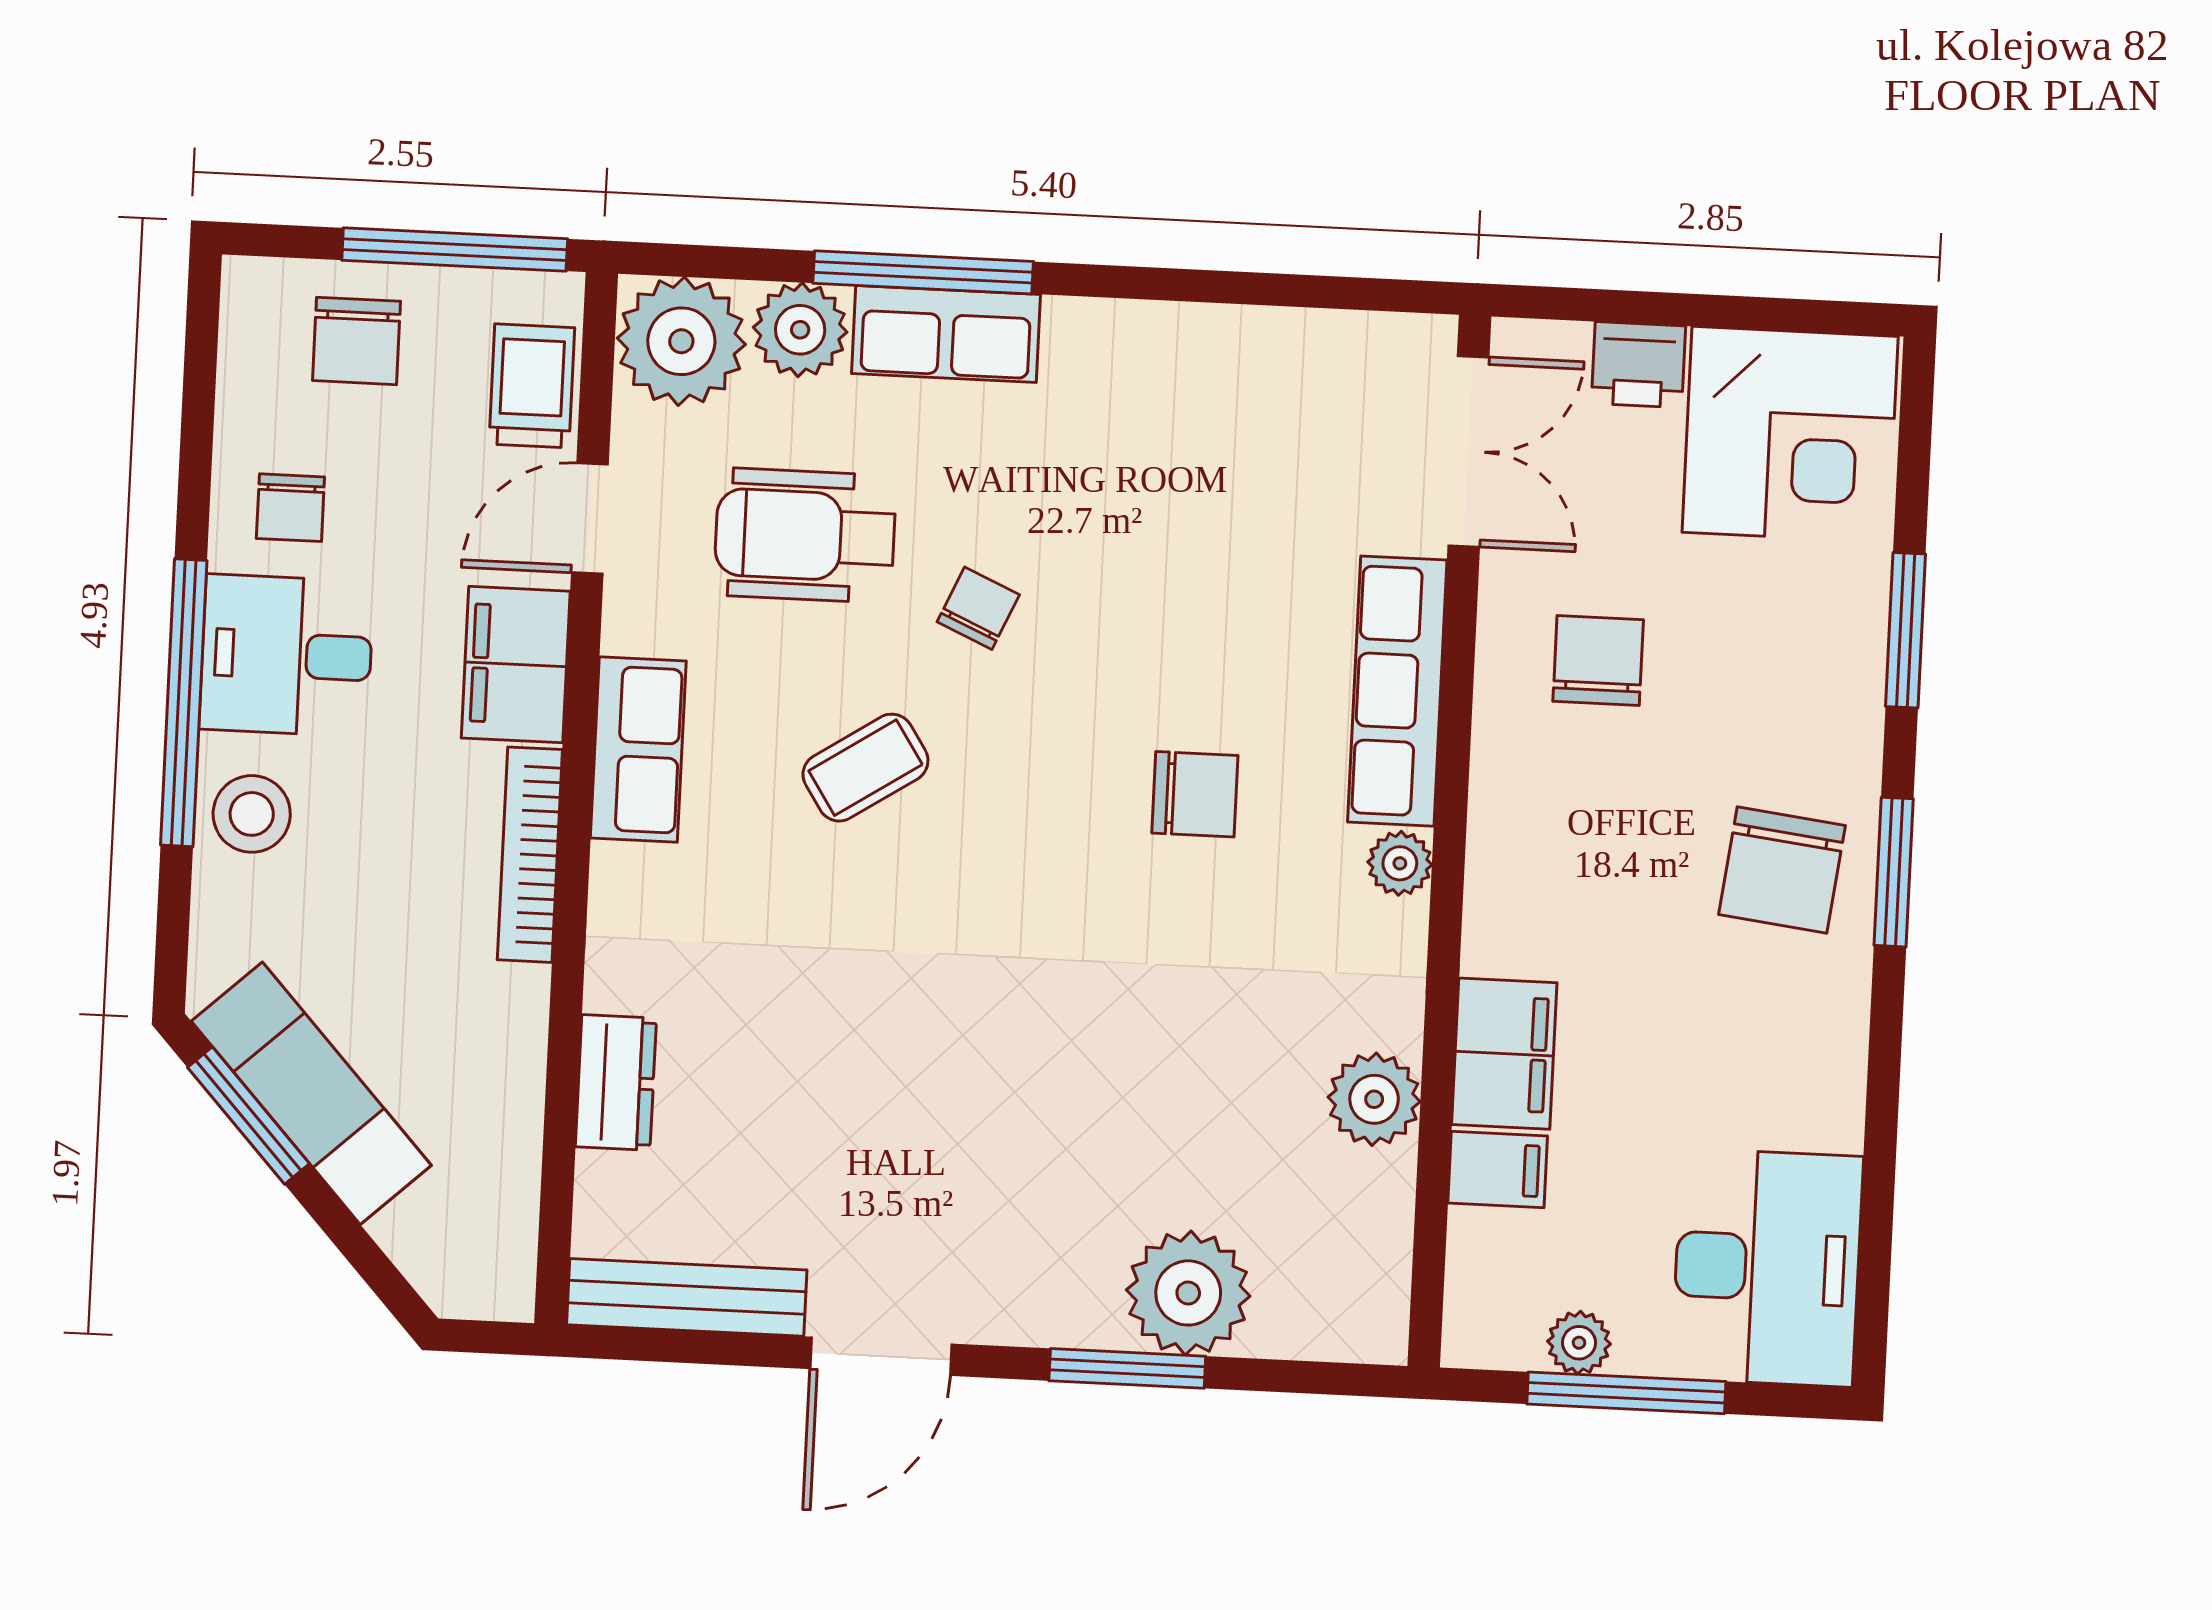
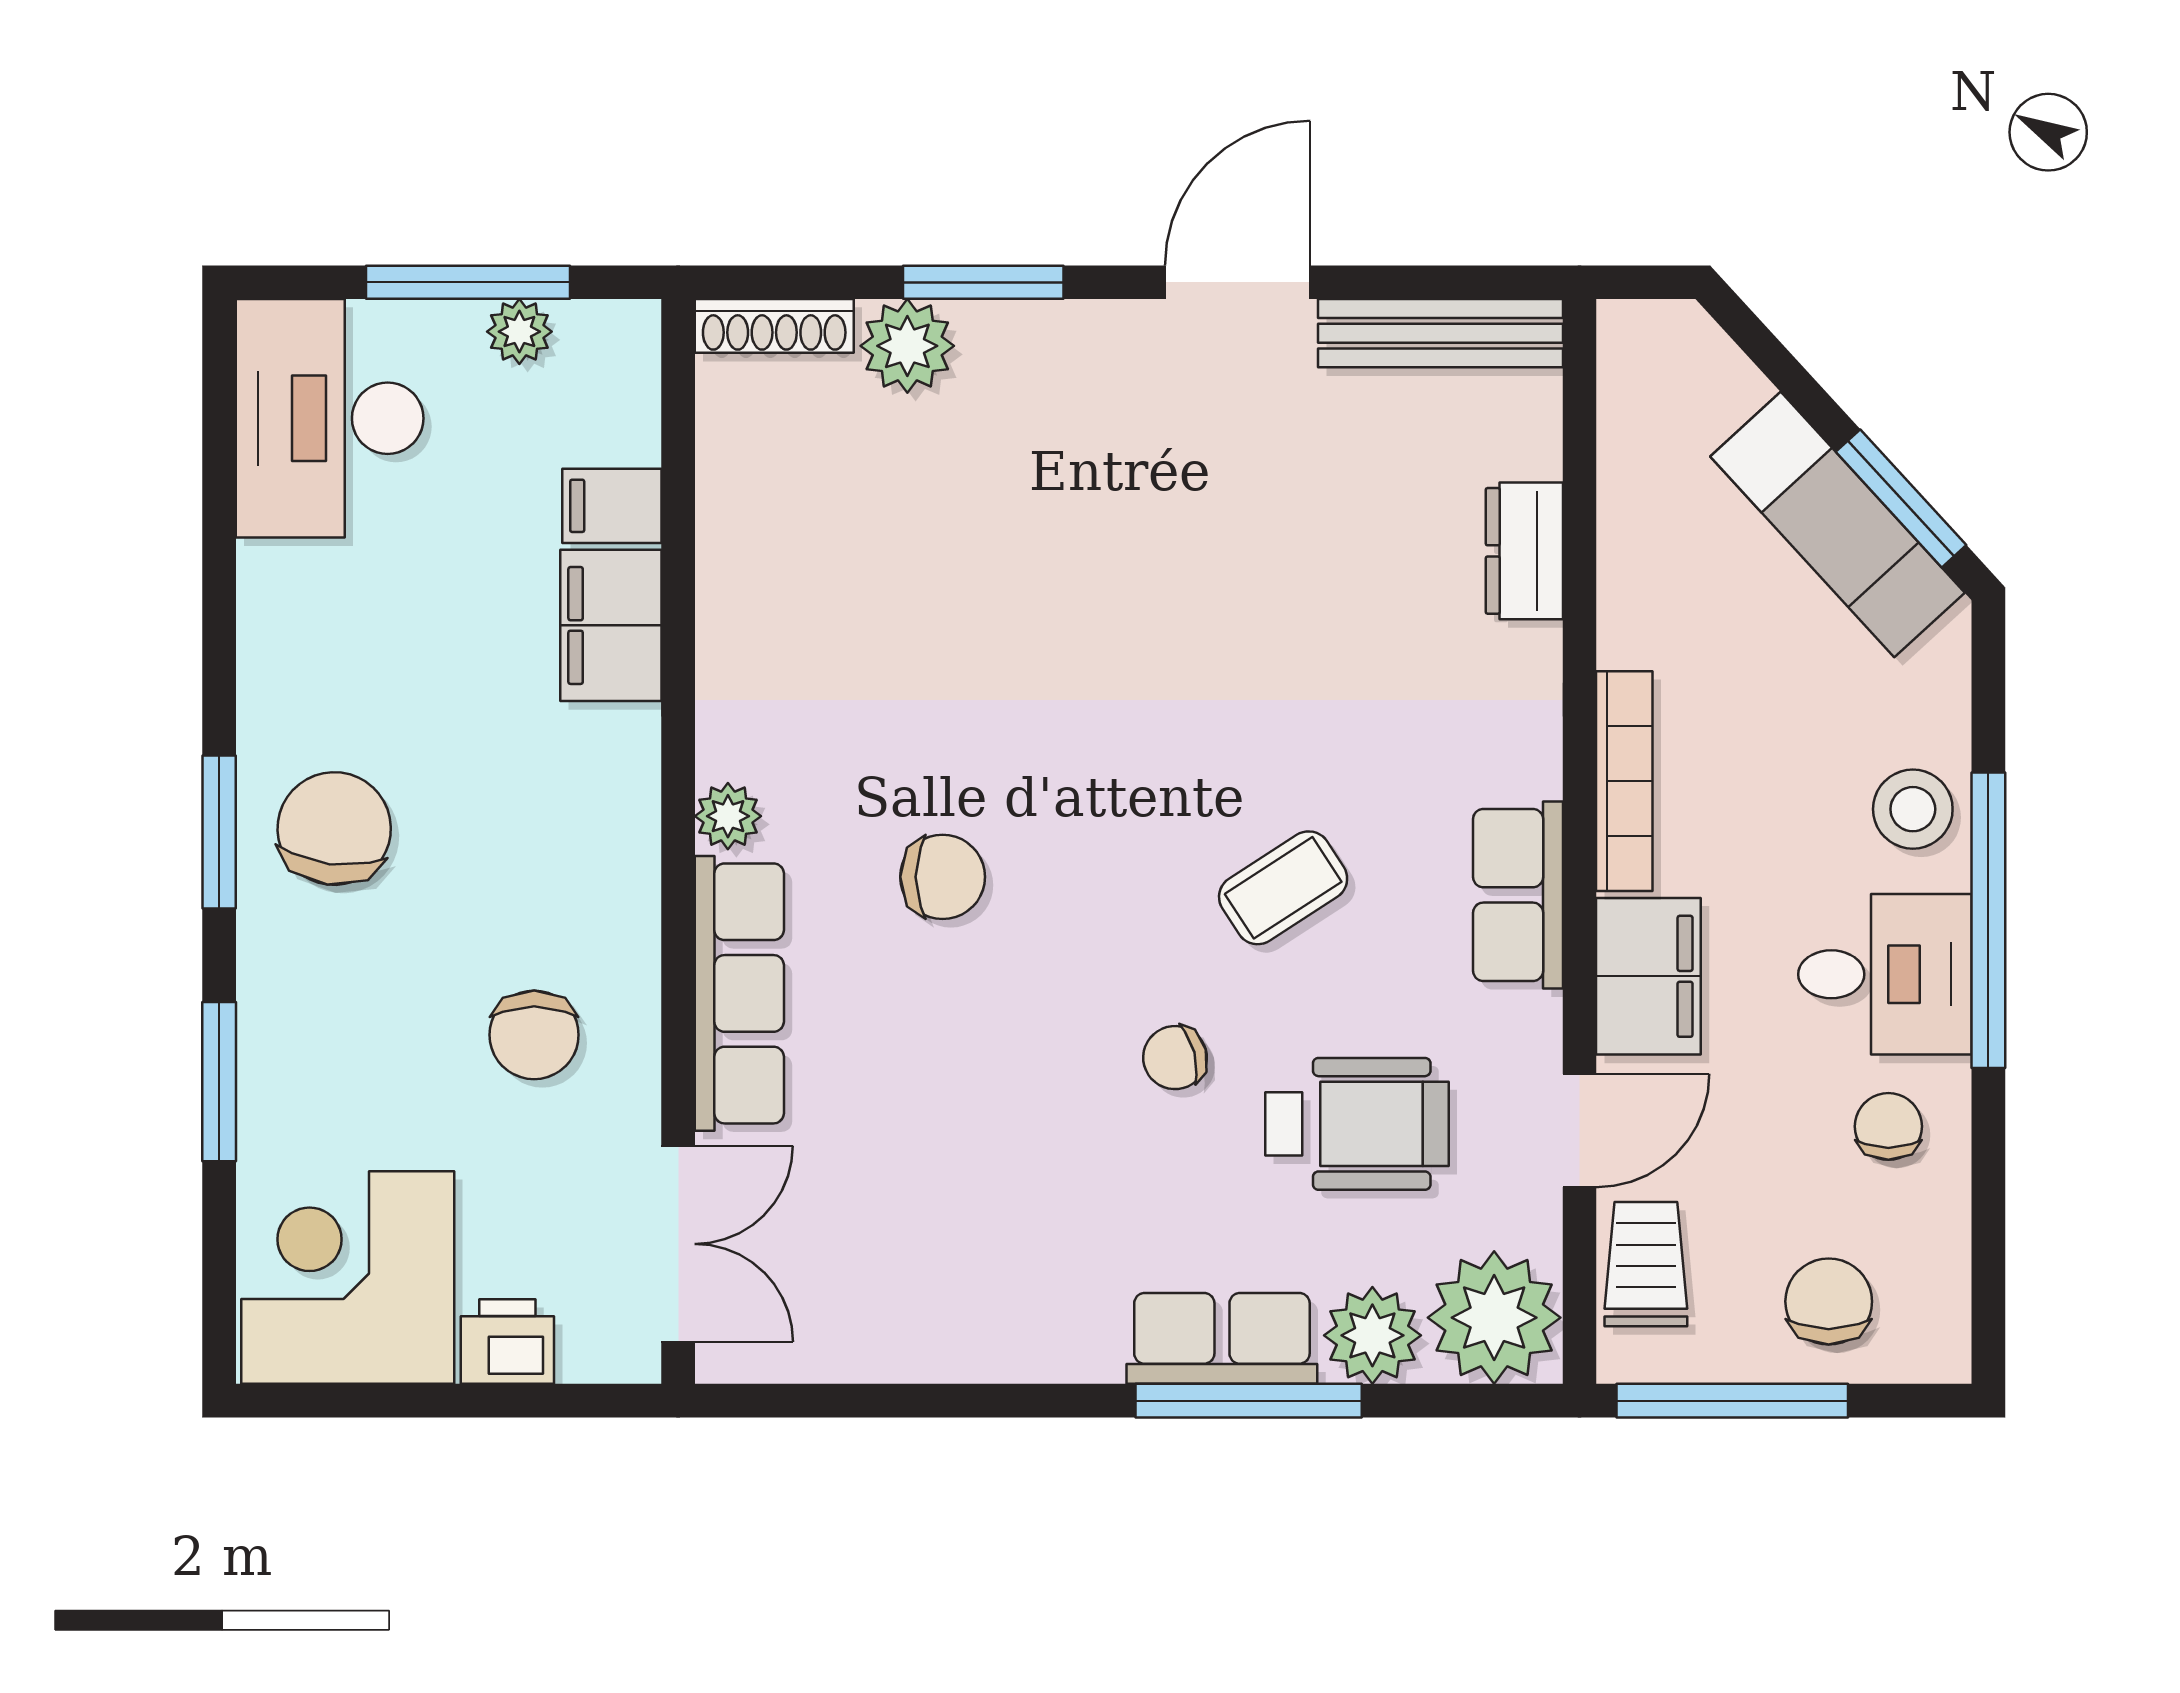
trolley: (532, 386) -> (1646, 1264), turned 180
double door: (1468, 451) -> (678, 1244), swing flipped
chair: (978, 608) -> (1175, 1058), turned 51
chair: (1195, 794) -> (943, 877), turned 180
plant: (1374, 1099) -> (743, 572), removed
plant: (1188, 1293) -> (907, 346), width x0.73, depth x0.73
shoe rack: (1332, 1336) -> (774, 326), added

